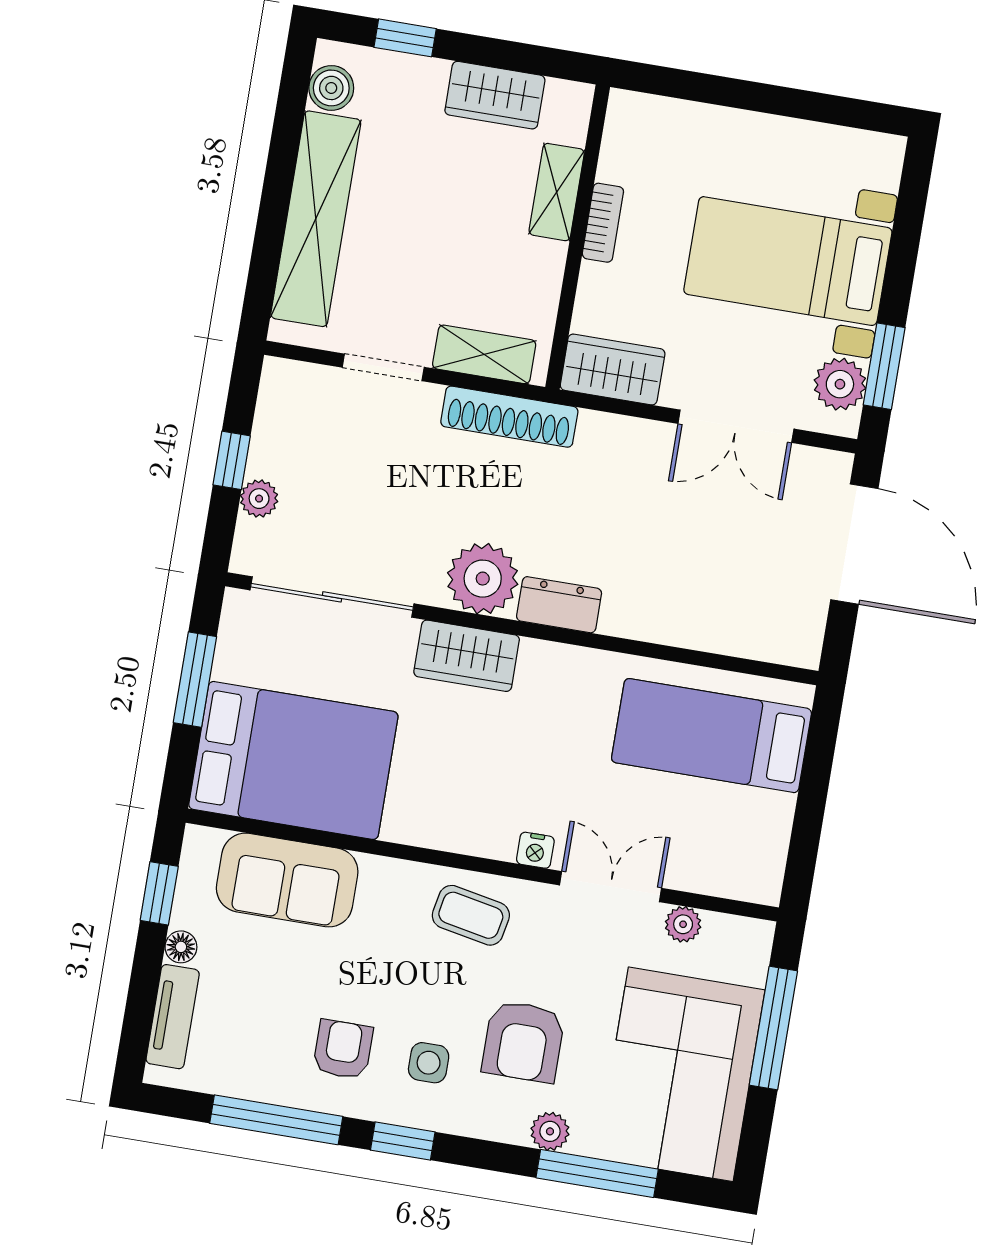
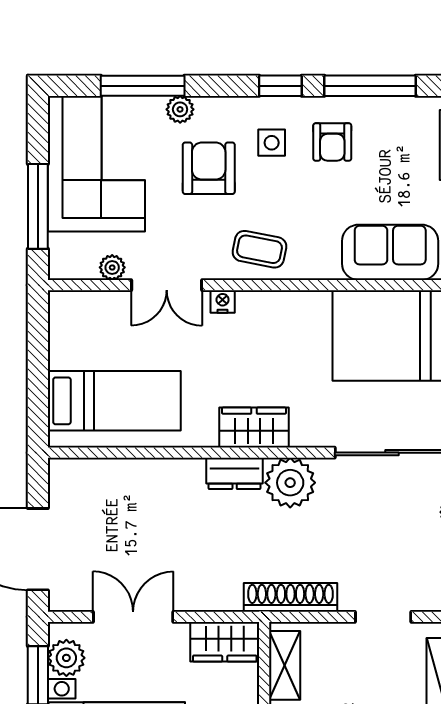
shelving: (484, 354) -> (285, 665), moved, turned 90
wardrobe: (467, 656) -> (254, 428), moved

